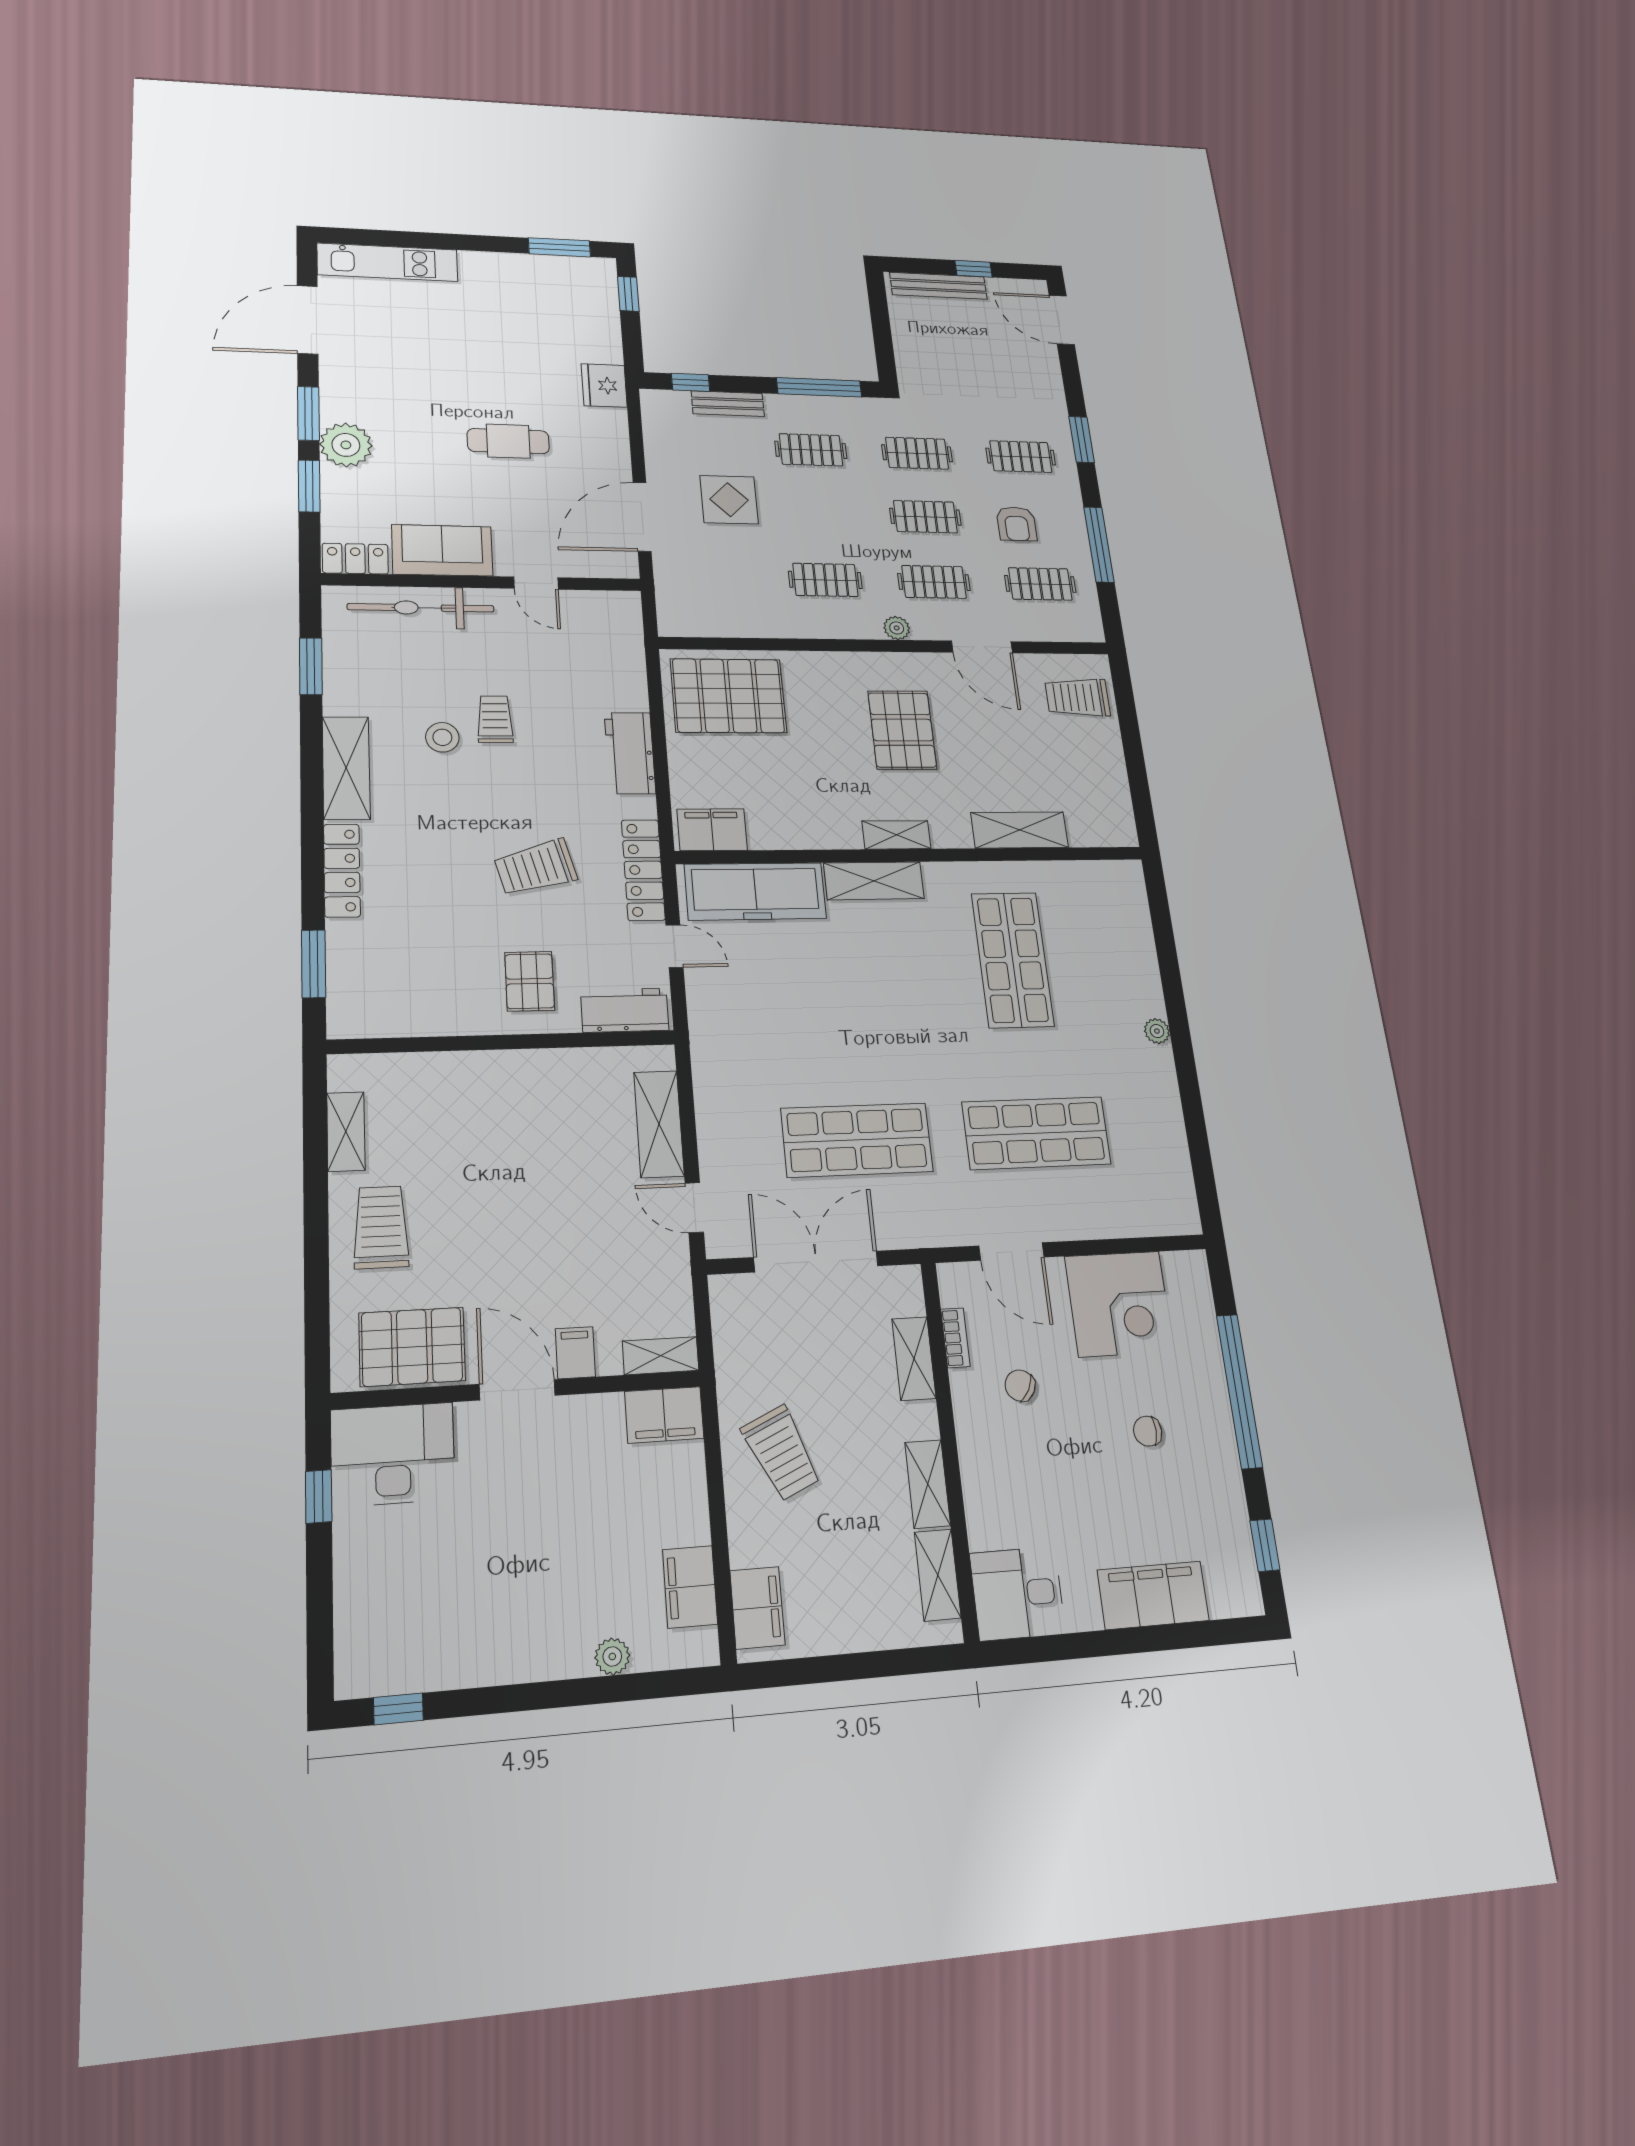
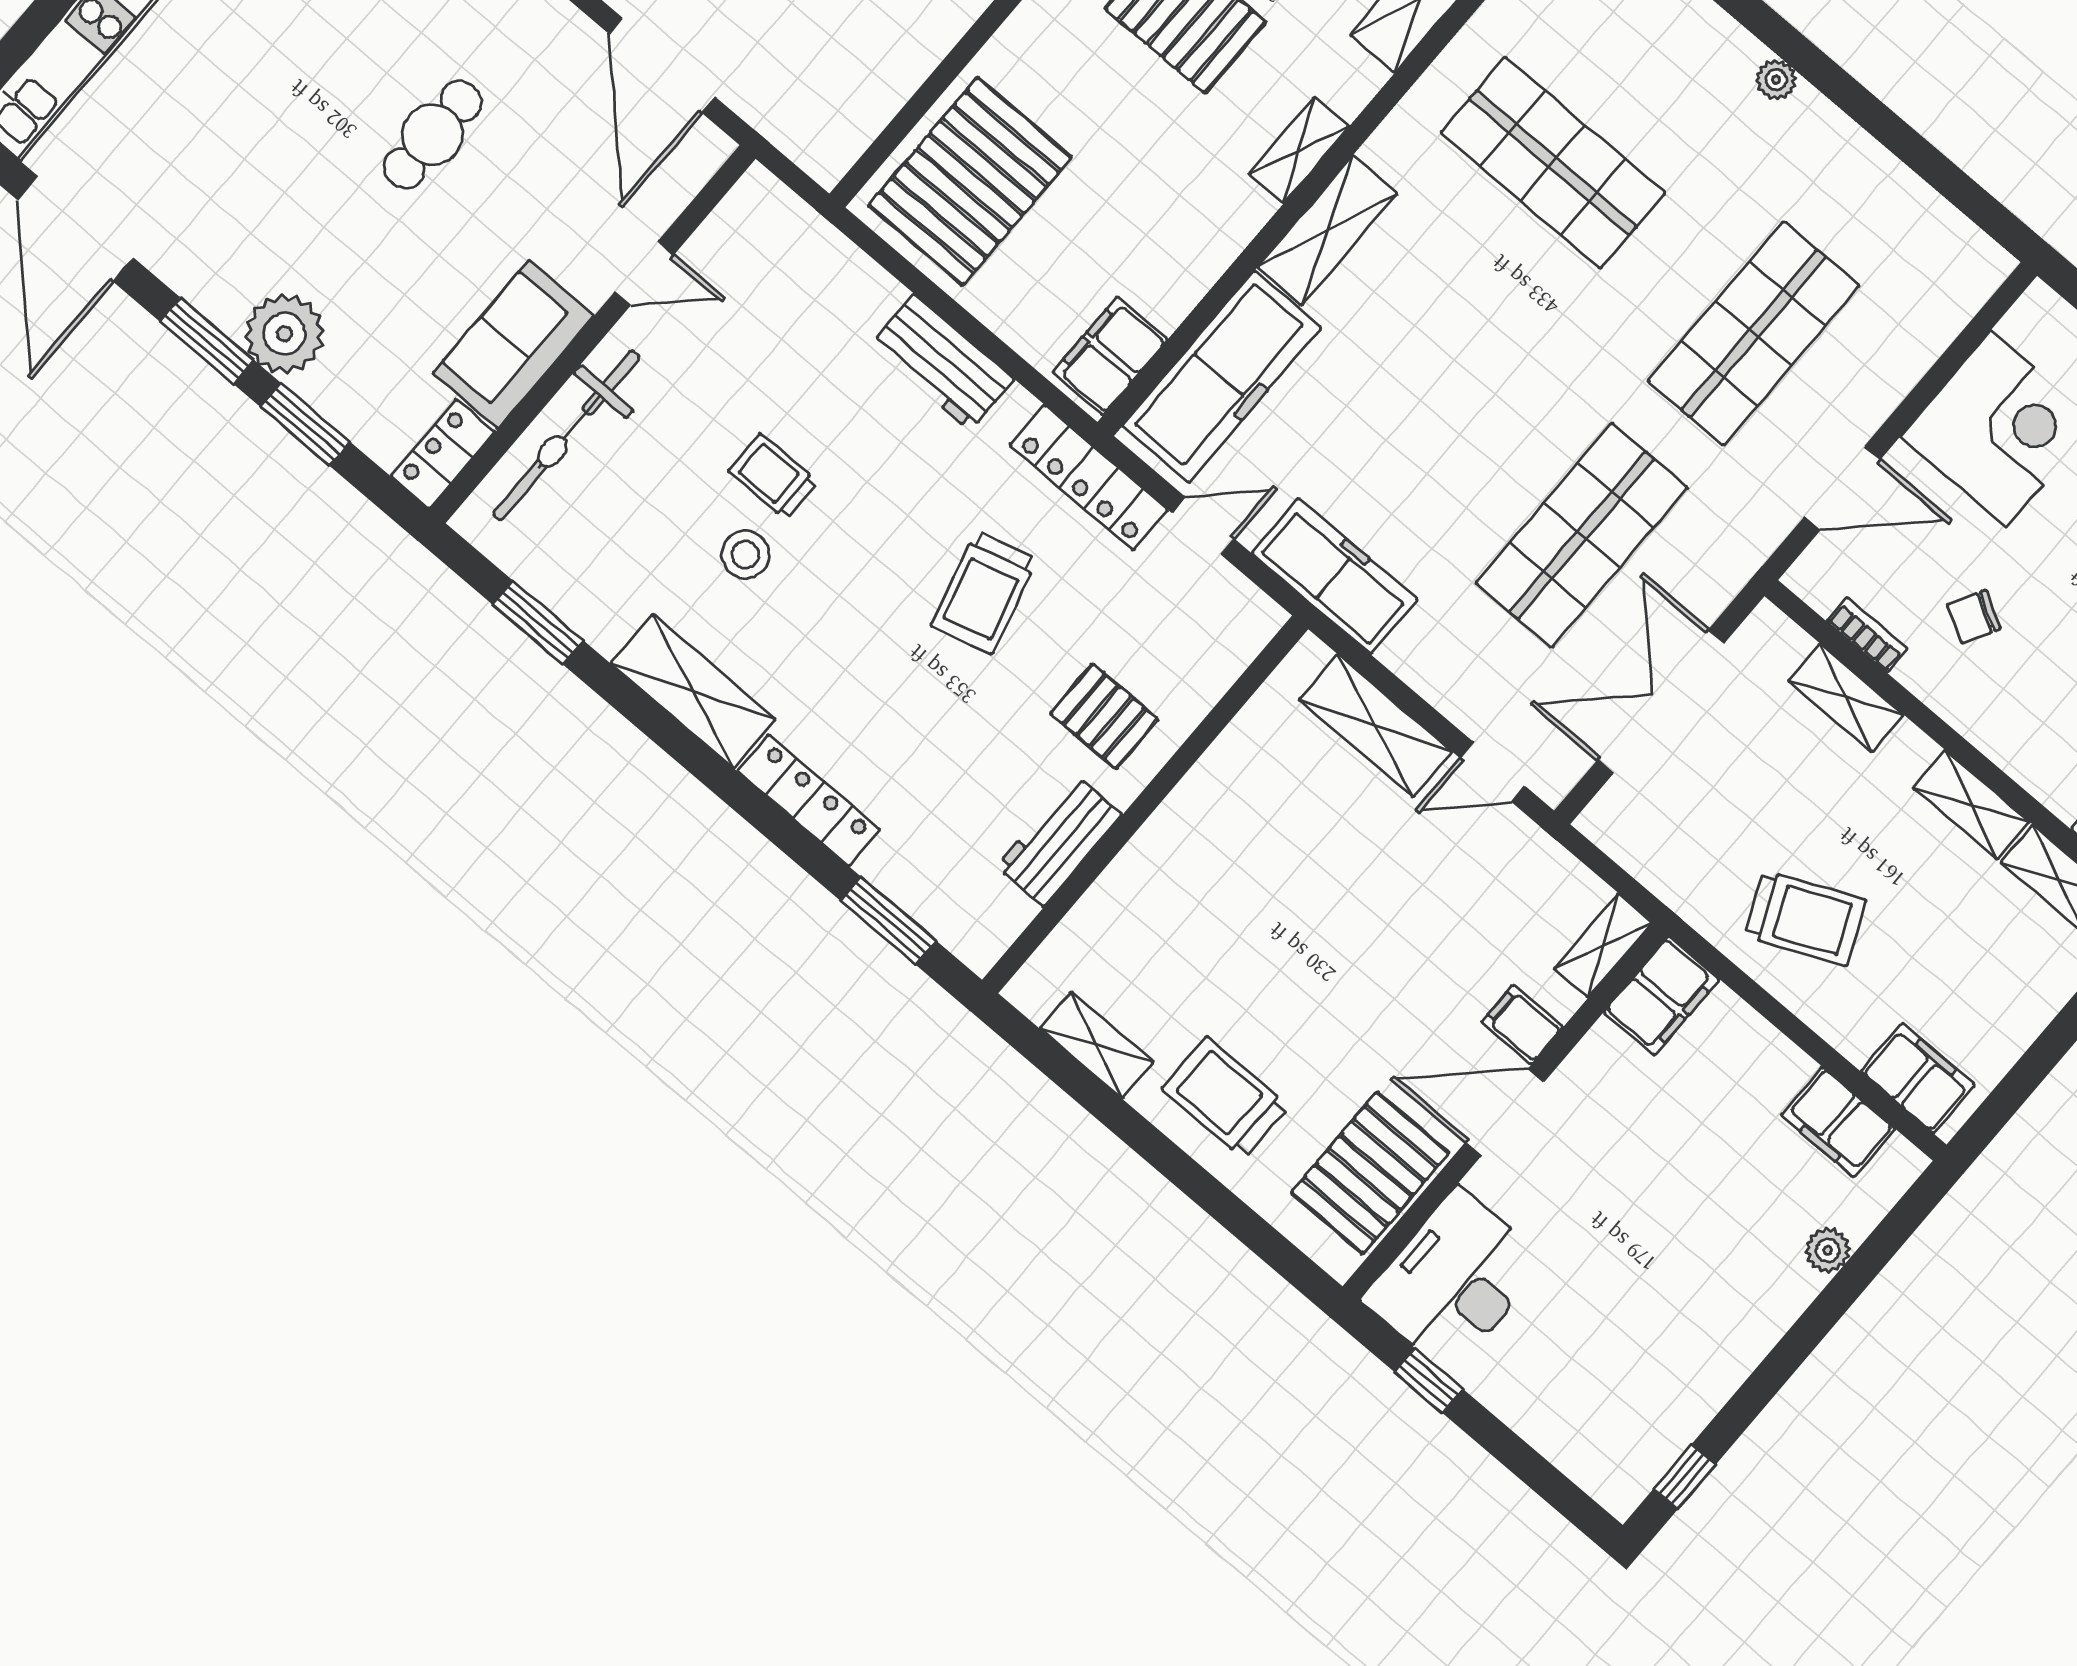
workbench: (625, 1010) -> (1059, 841), moved
freezer: (714, 1034) -> (1335, 576), added

